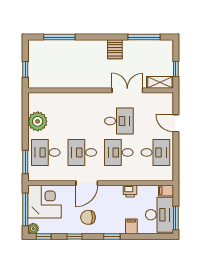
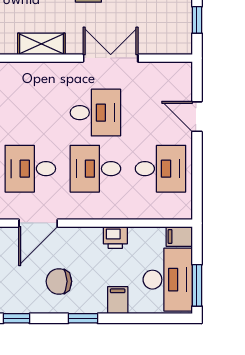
shelving: (160, 82) -> (41, 44), moved
chair: (88, 217) -> (59, 281), moved

